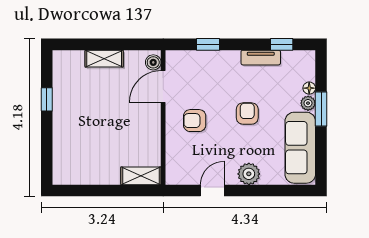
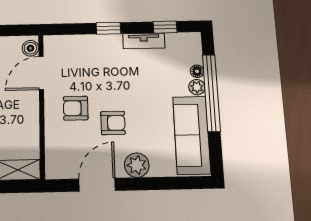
window: (208, 44) -> (108, 28), moved
window: (321, 109) -> (211, 93), width x2.11
armchair: (247, 114) -> (113, 123), moved, turned 90
door: (212, 191) -> (97, 185), width x1.38

